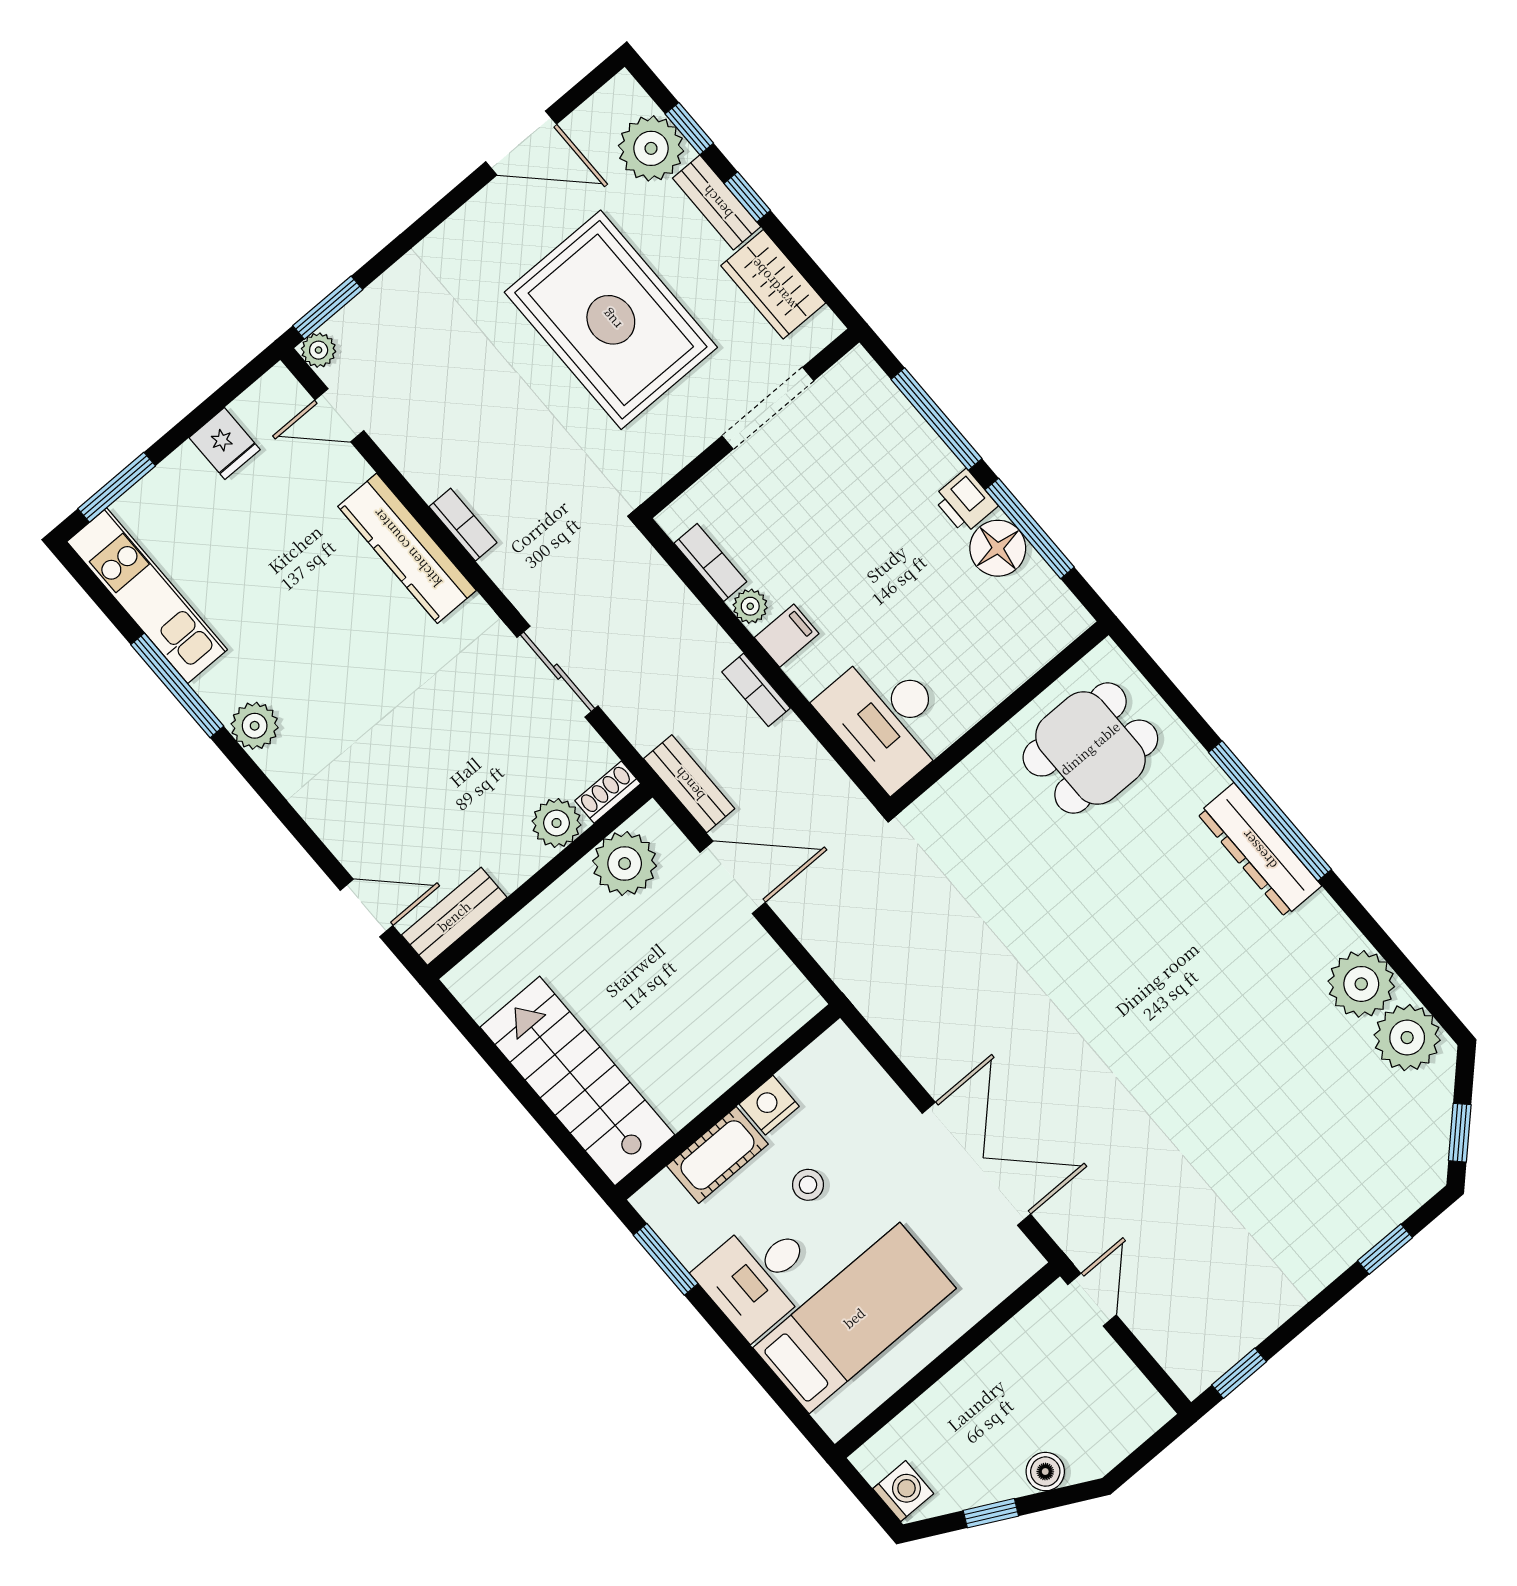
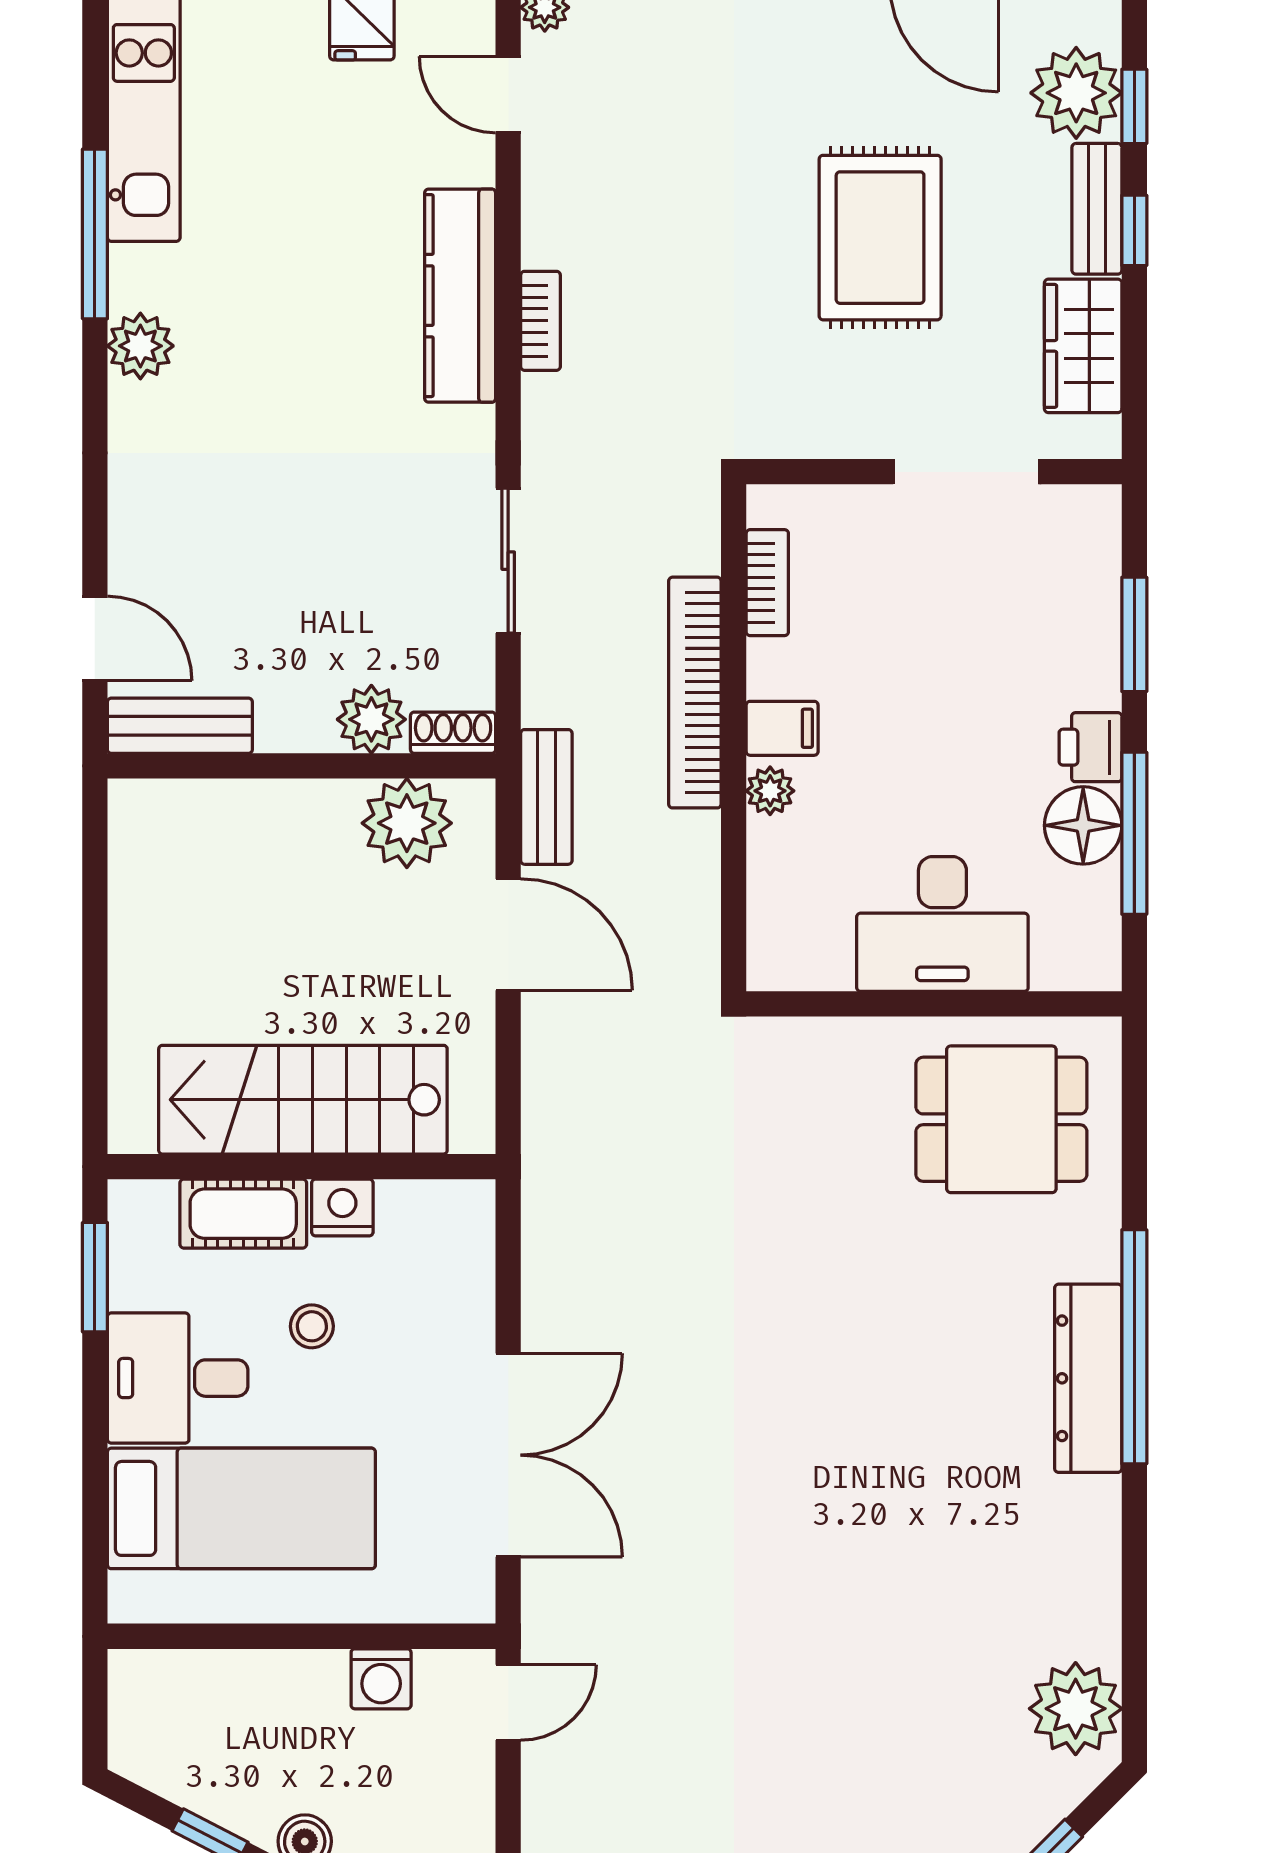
rug: (611, 320) -> (880, 238), width x0.73, depth x0.69
window: (936, 419) -> (1134, 634), width x0.69
plant: (750, 606) -> (770, 791), moved
bookcase: (756, 690) -> (695, 693), width x2.31, depth x1.31
desk: (887, 718) -> (942, 924), moved, turned -90
plant: (1361, 984) -> (1075, 1611), removed
stairs: (577, 1081) -> (303, 1100), moved, turned -90
washing machine: (903, 1491) -> (381, 1679), moved, turned 90

